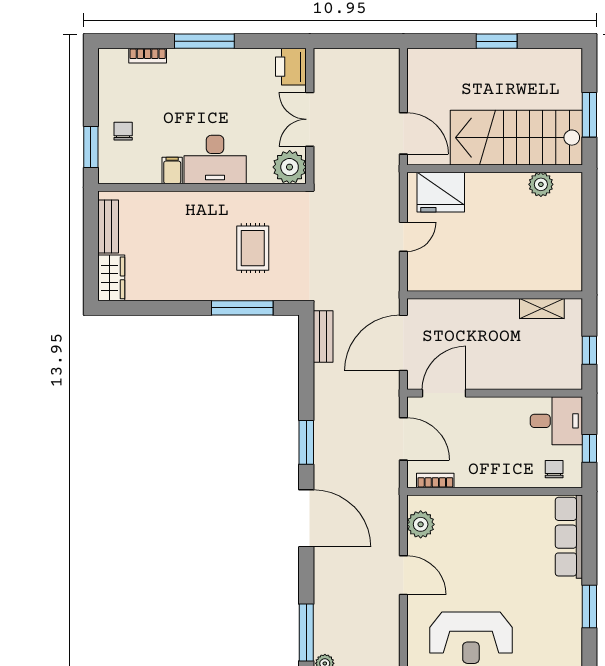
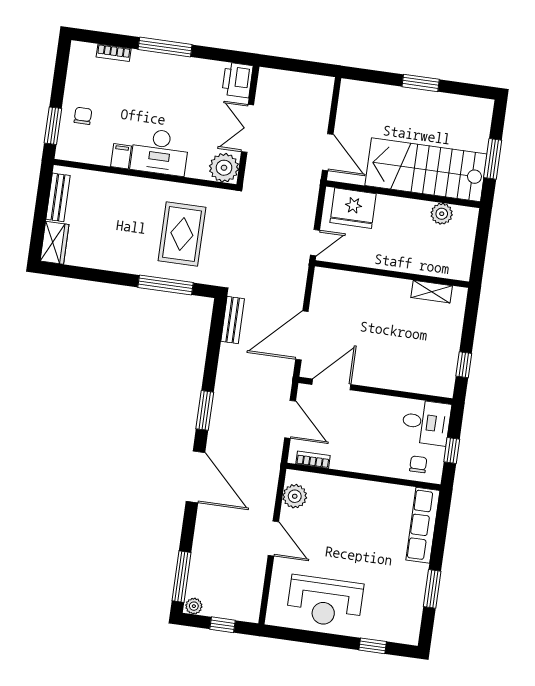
rug: (253, 248) -> (182, 234), width x1.36, depth x1.43
wall: (495, 295) -> (392, 274), moved
shelving: (542, 308) -> (432, 292), moved

